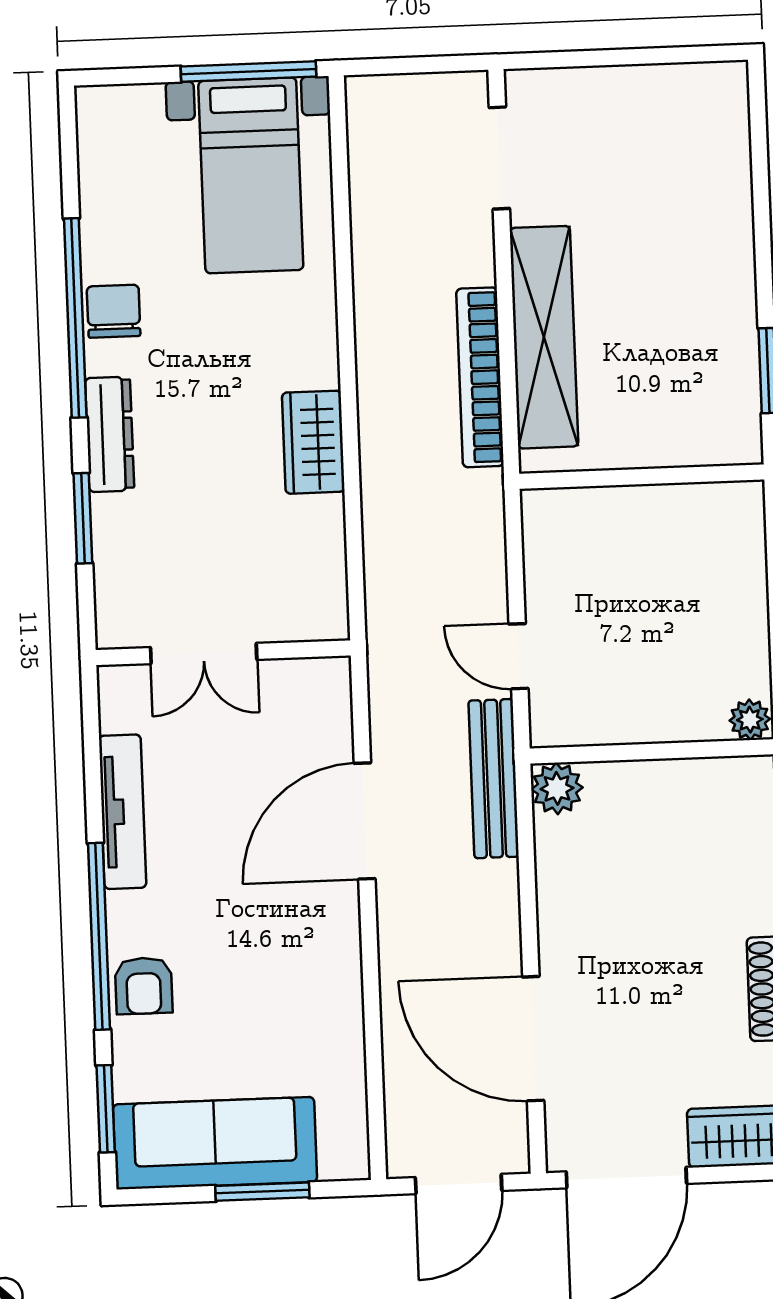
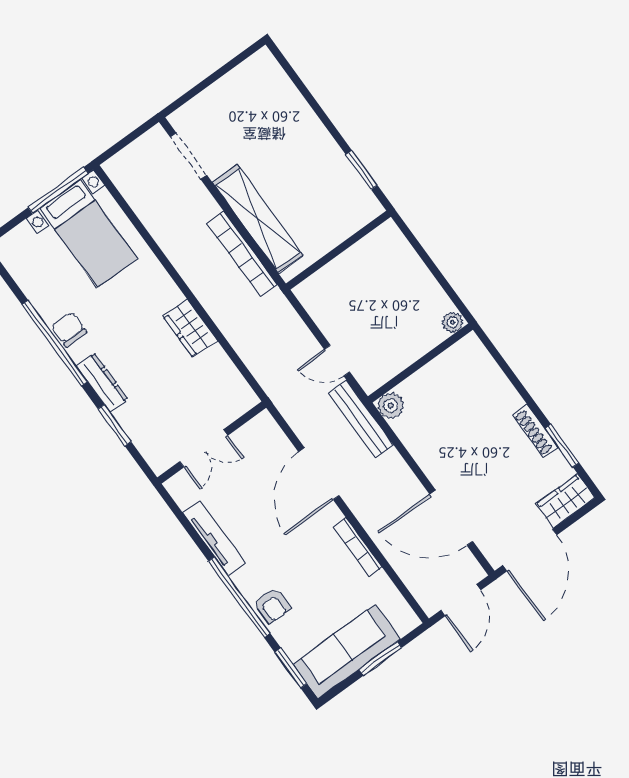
bookcase: (348, 984) -> (358, 547), added

